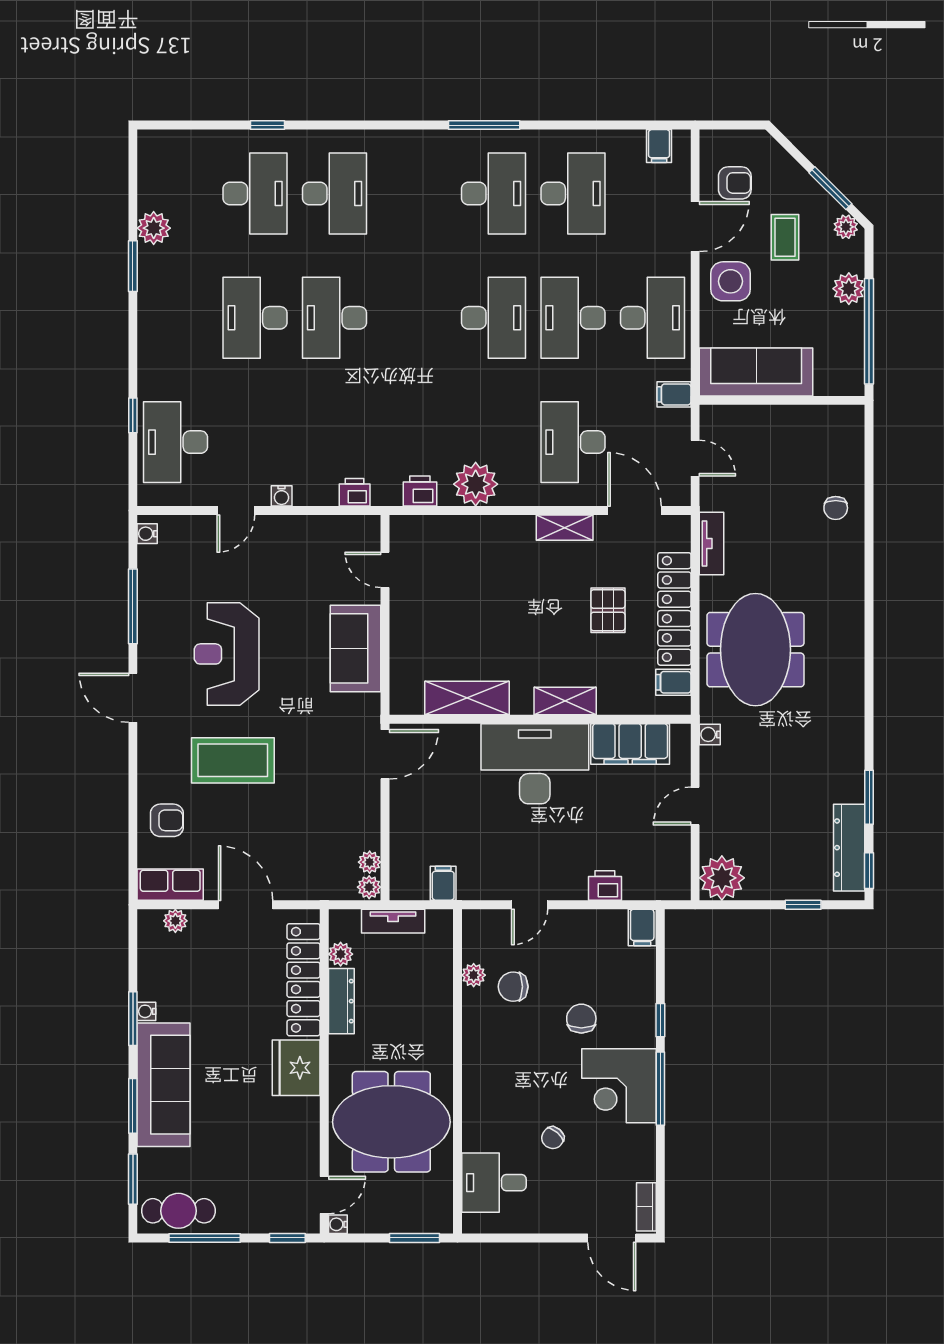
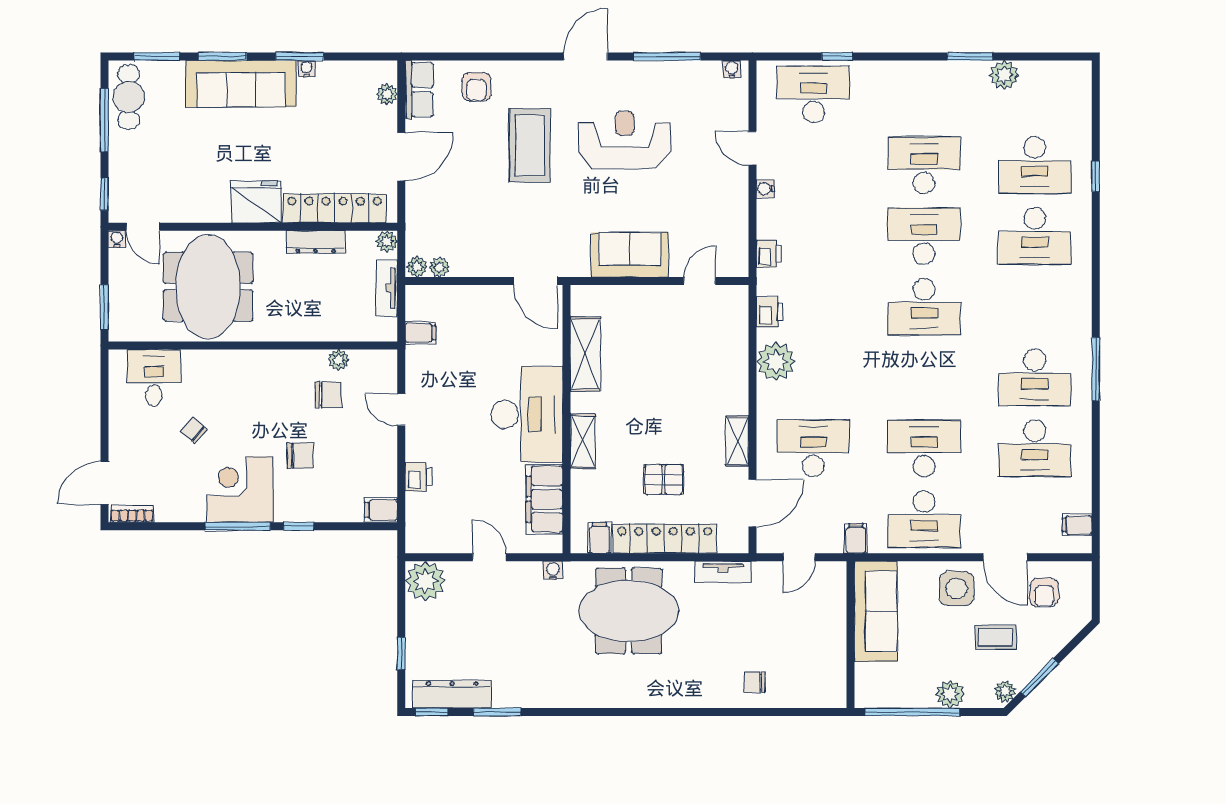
desk: (493, 318) -> (924, 307), moved
plant: (341, 954) -> (387, 241), moved
chair: (513, 987) -> (328, 395), turned 90

